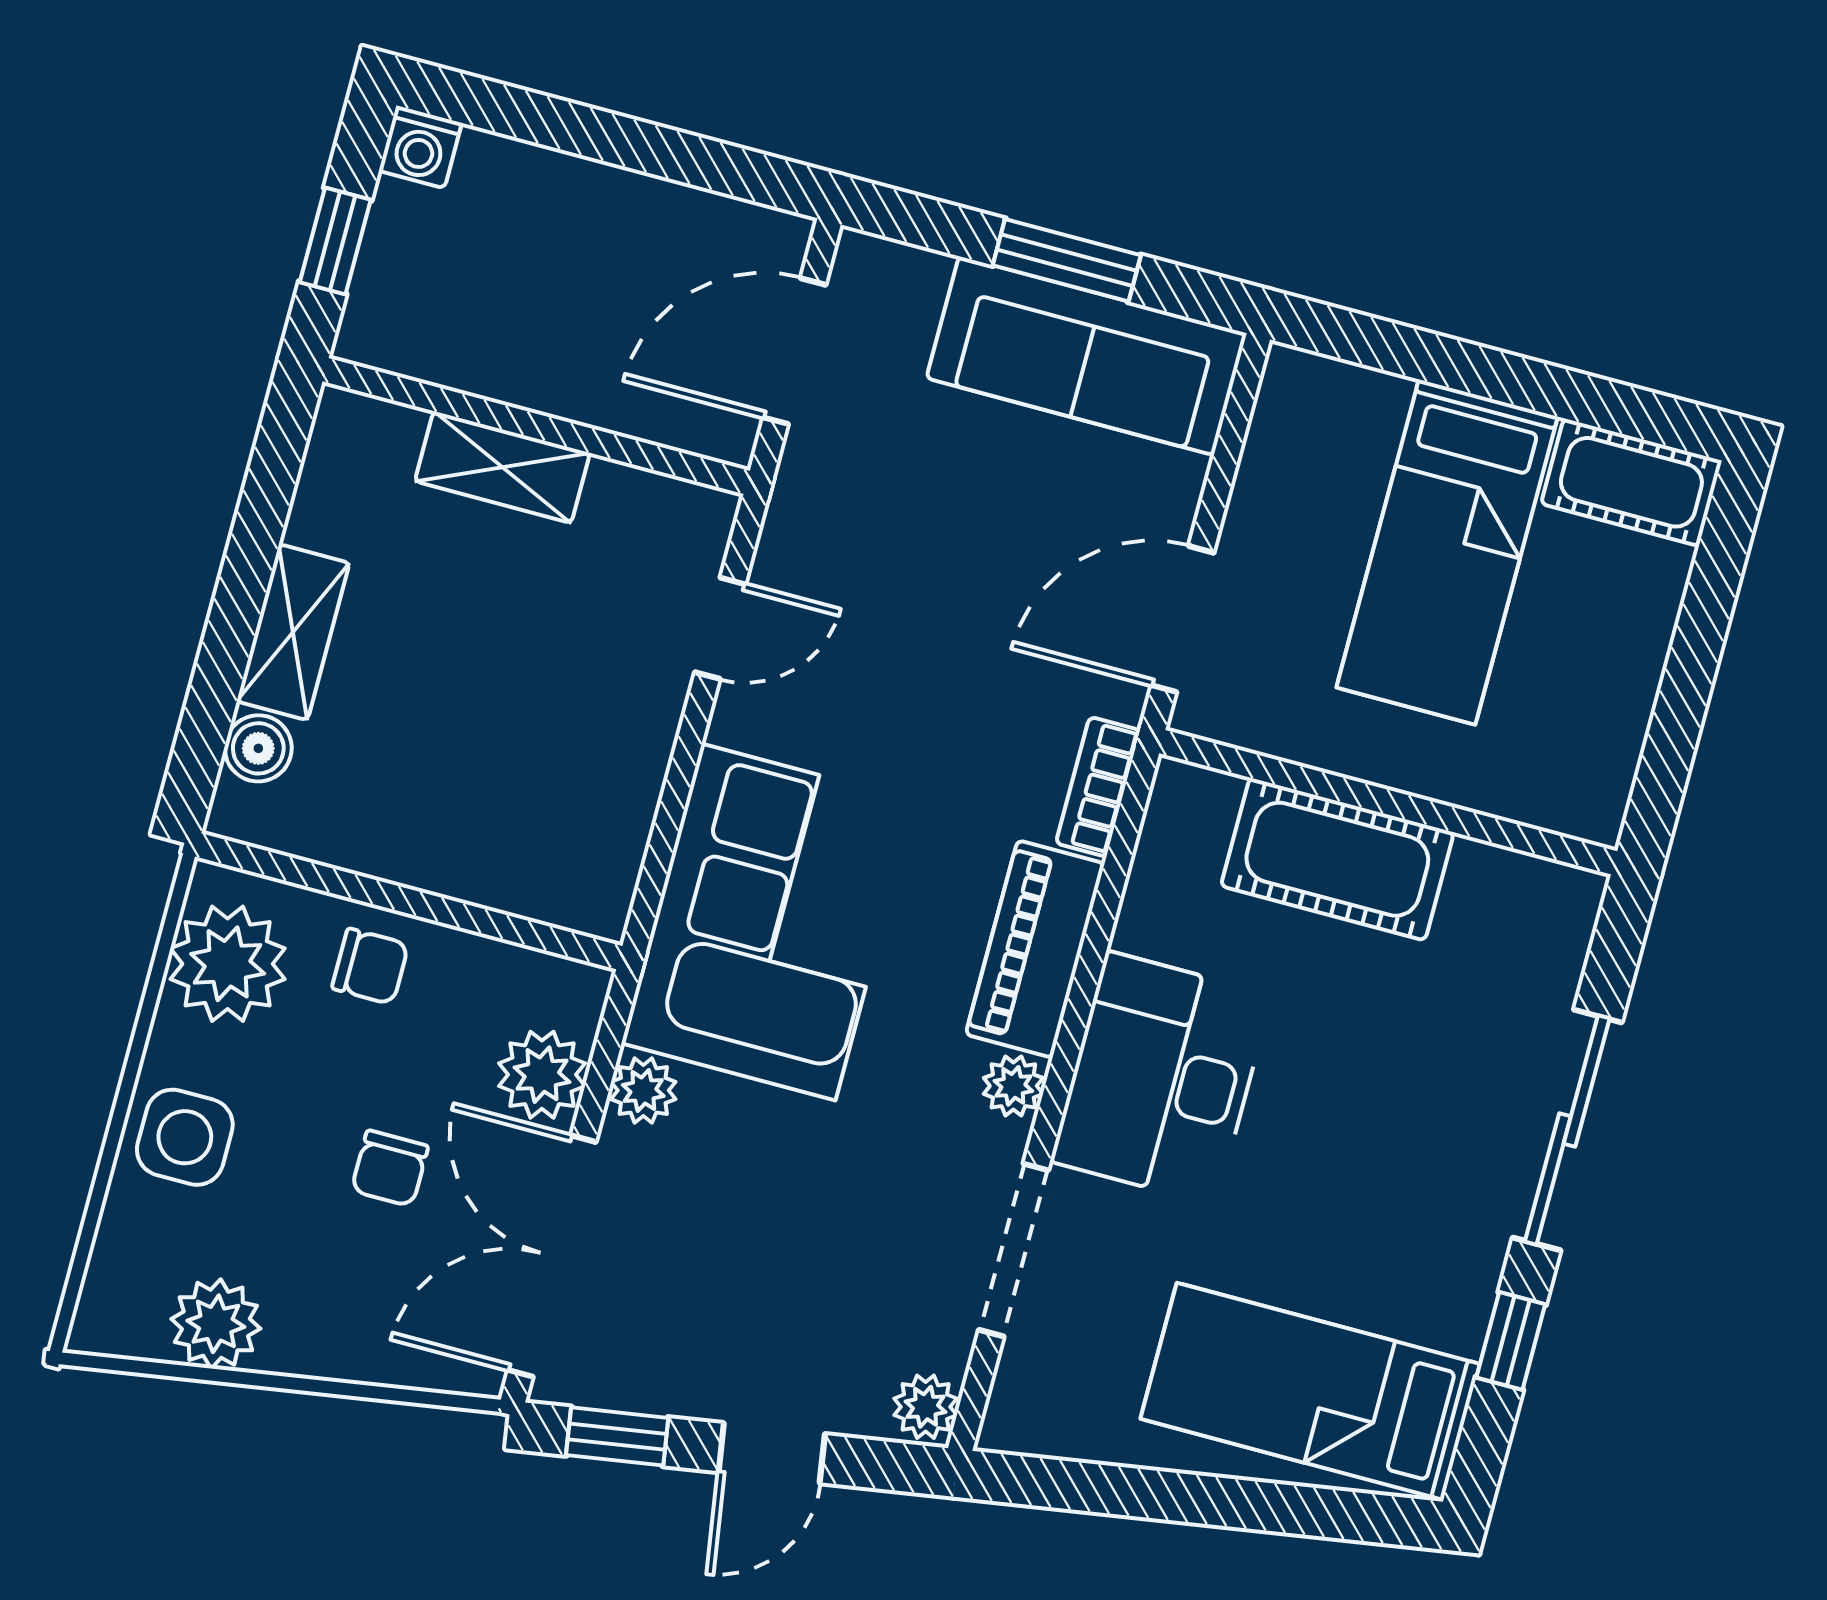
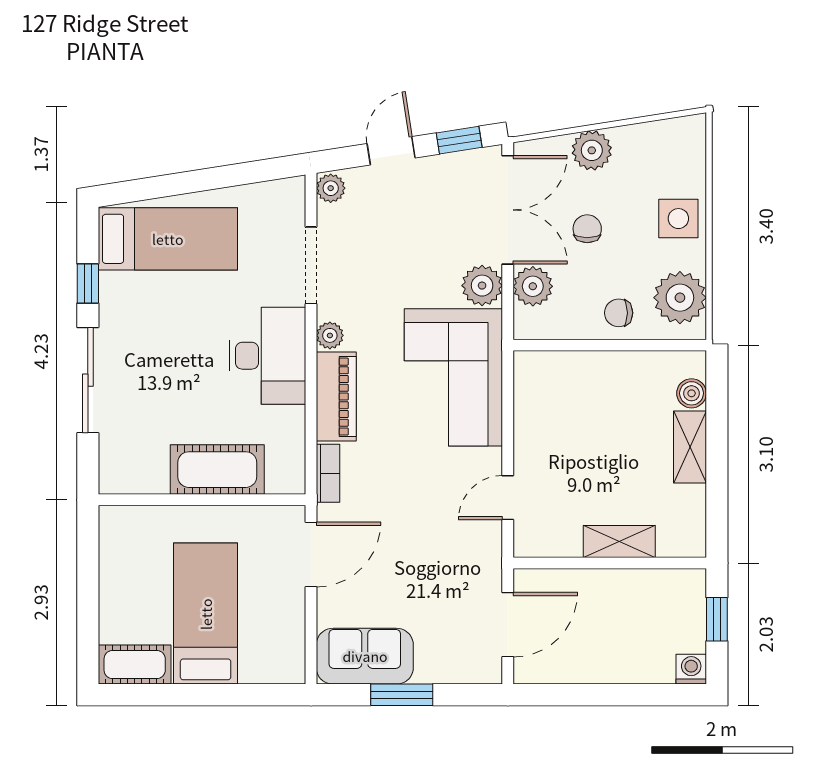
sofa: (1087, 356) -> (365, 656), width x0.73
plant: (643, 1090) -> (482, 286), width x1.38, depth x1.38
plant: (216, 1324) -> (592, 150), moved

